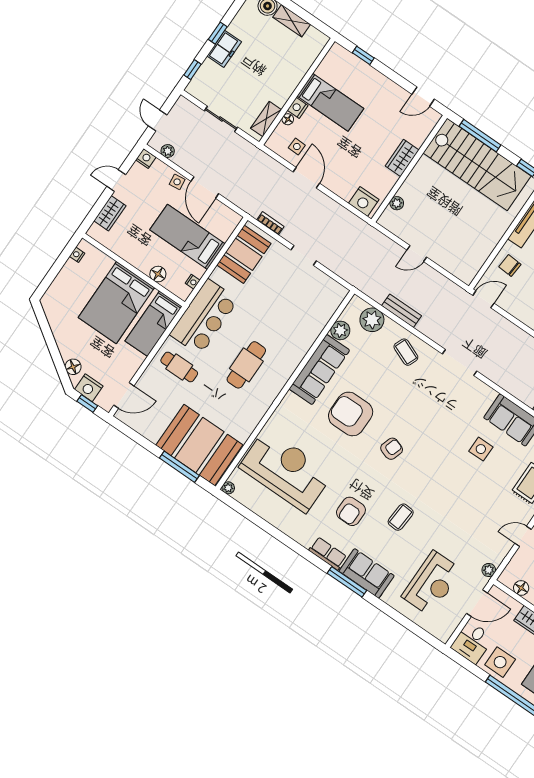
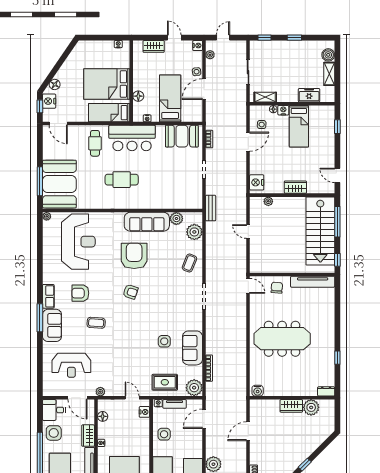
freezer: (224, 49) -> (309, 95), moved, turned 180
bench: (401, 311) -> (211, 208), moved

